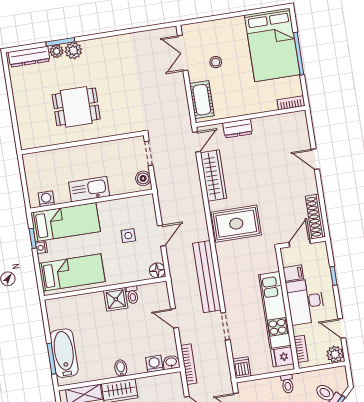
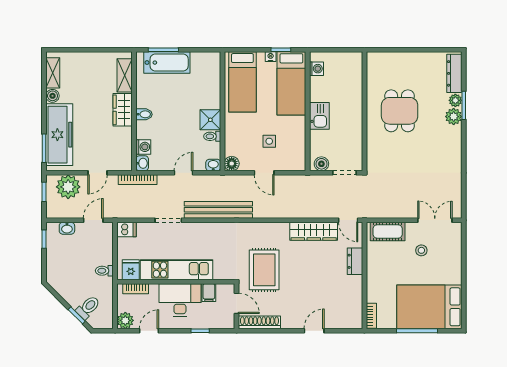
kitchen sink: (89, 189) -> (319, 116), width x0.73
rug: (236, 224) -> (264, 270), moved
washbasin: (162, 289) -> (213, 165), added

